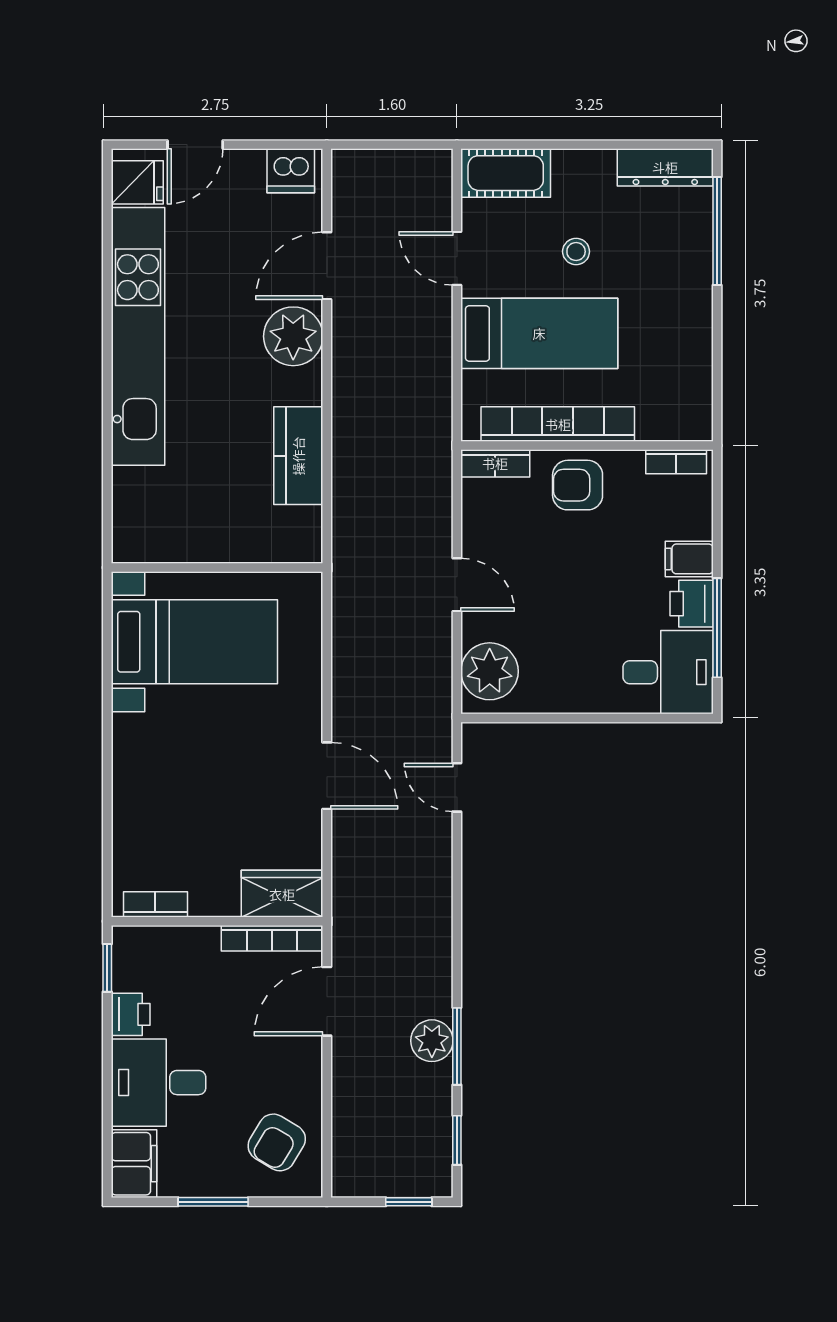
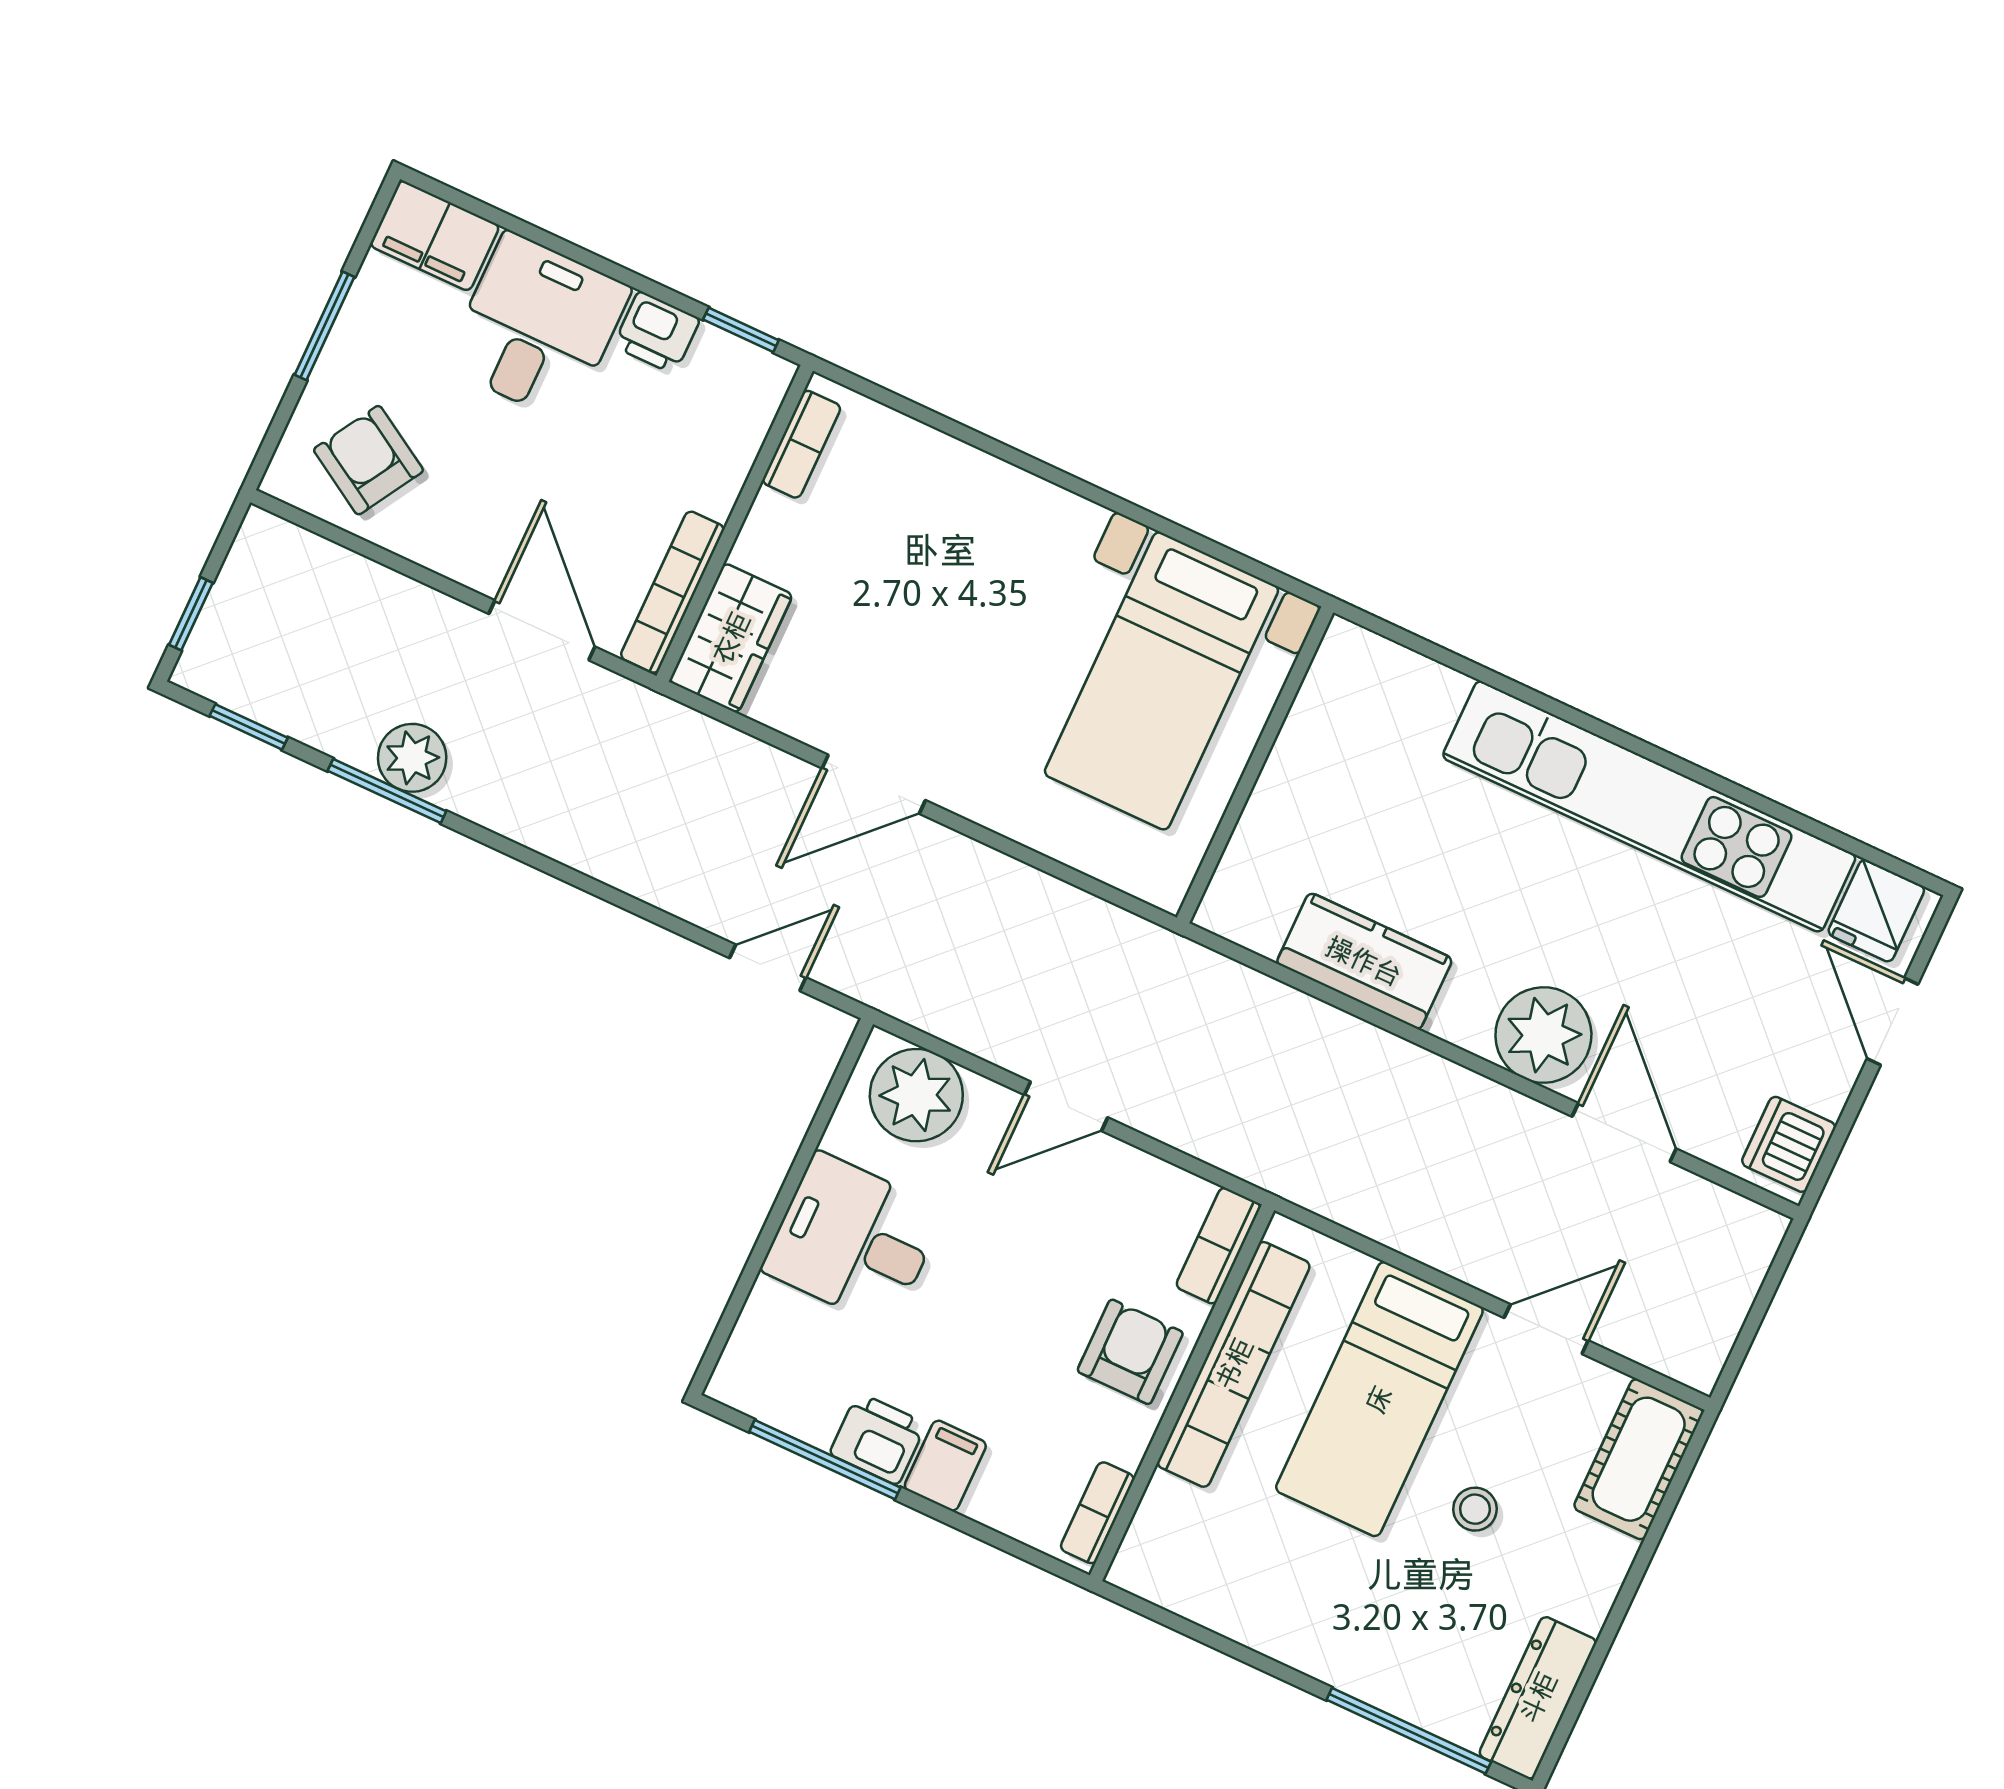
desk: (668, 672) -> (853, 1240), moved, turned 90

